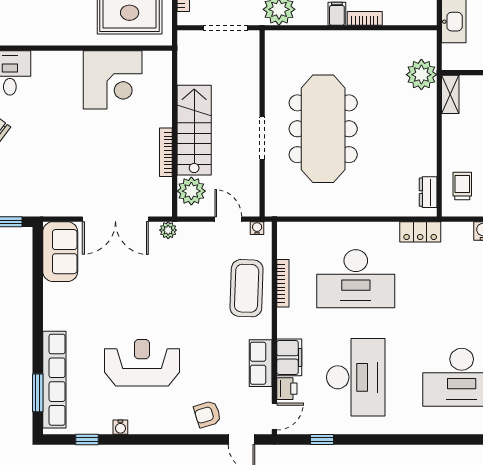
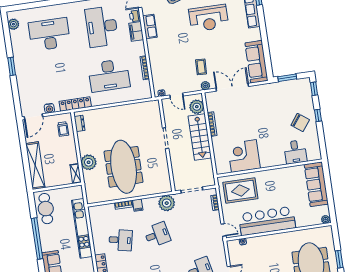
plant: (421, 75) -> (89, 162), moved
meeting table: (323, 129) -> (124, 167), moved
locker: (420, 232) -> (75, 104), width x1.53
sofa: (60, 252) -> (256, 62), width x1.36
desk: (356, 279) -> (109, 75), turned 180
coffee table: (247, 288) -> (201, 67), moved, width x0.54, depth x0.58

